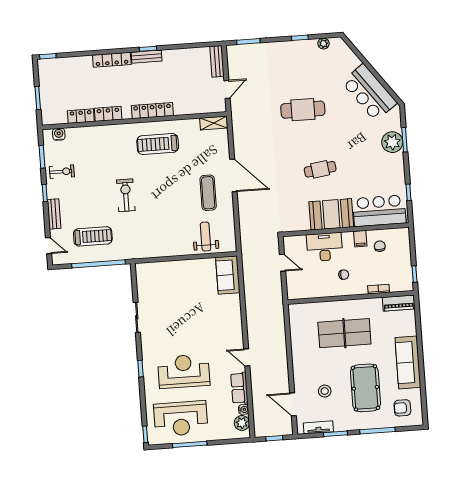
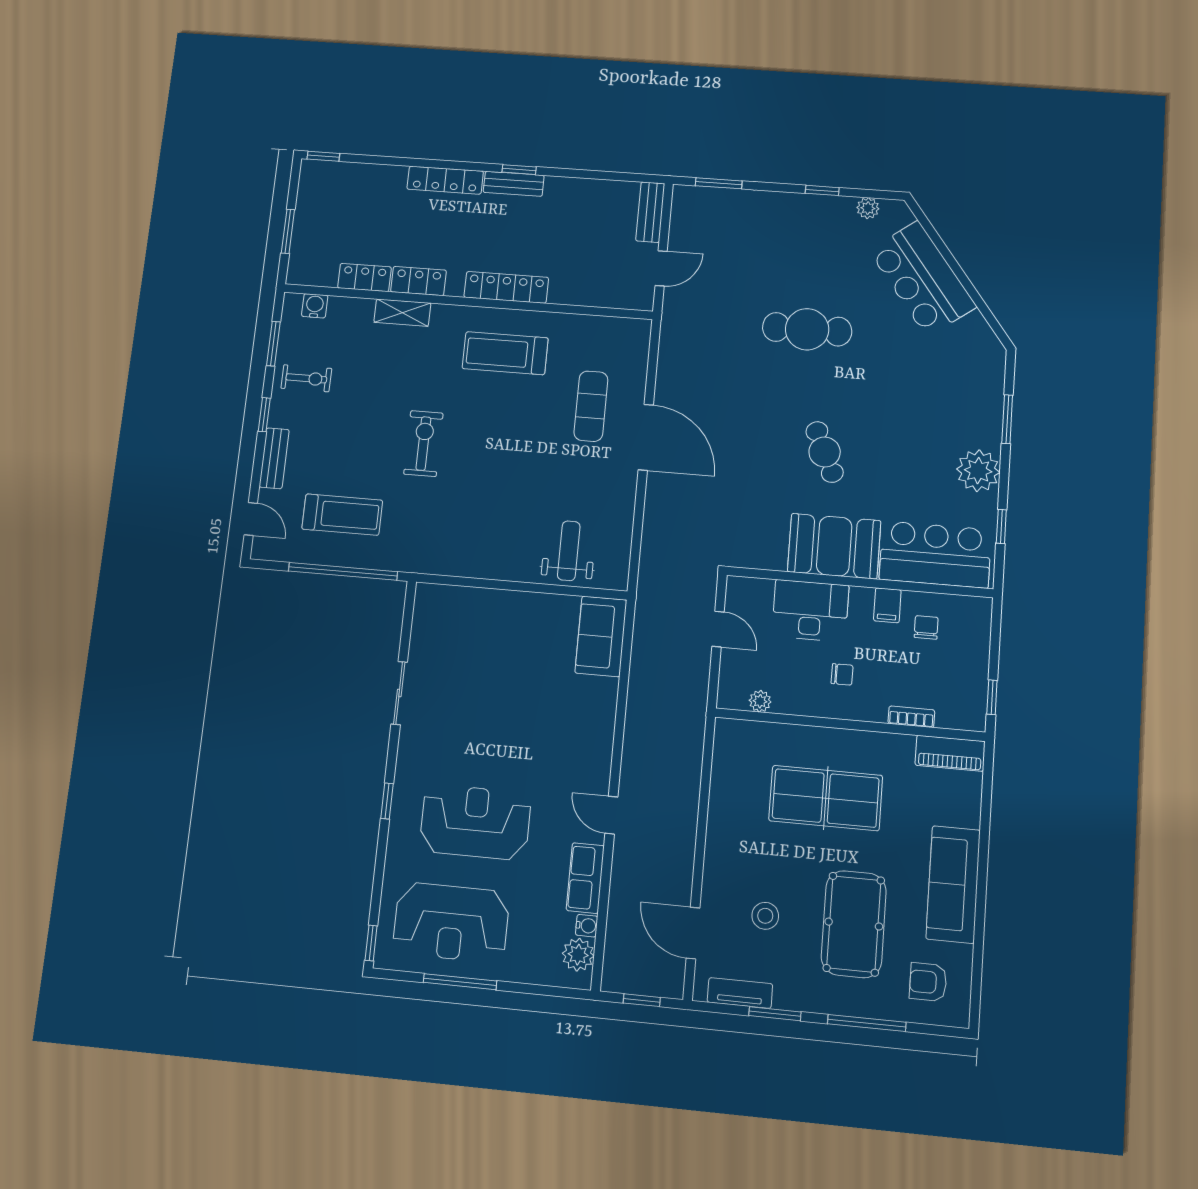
bar counter: (369, 92) -> (922, 278), moved
shelving: (214, 123) -> (402, 313), moved
plant: (392, 142) -> (978, 471), moved
cafe table: (320, 169) -> (825, 452), turned 74
exercise mat: (208, 193) -> (591, 406), moved
plant: (307, 293) -> (760, 701), added

